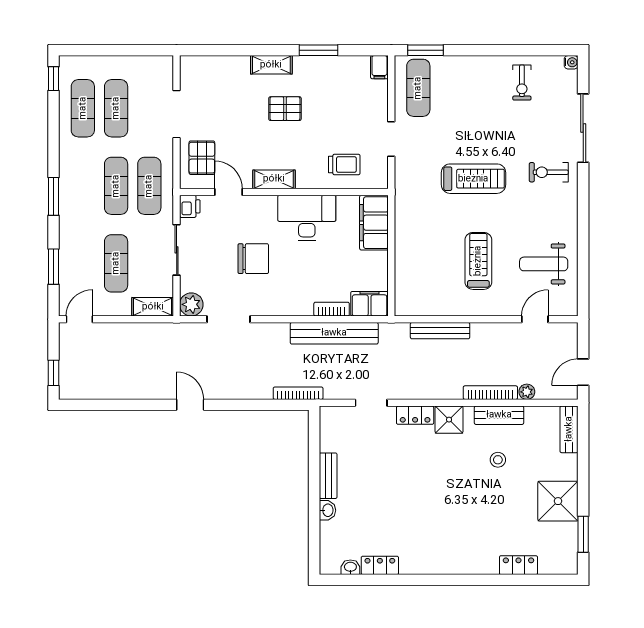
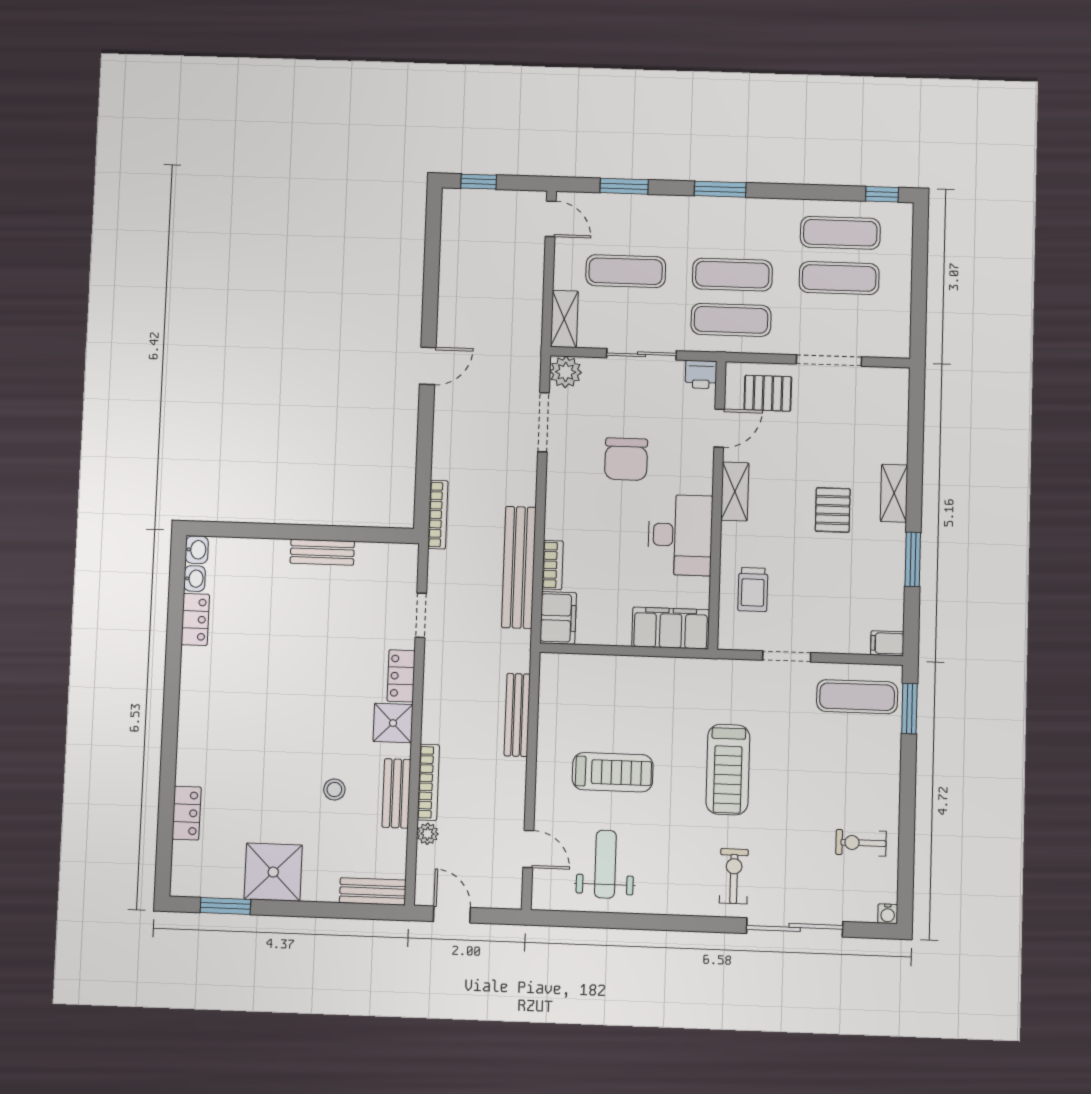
washbasin: (327, 510) -> (197, 550), moved, turned -90

